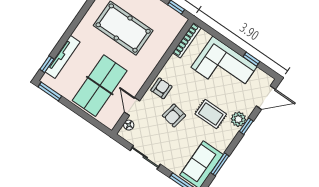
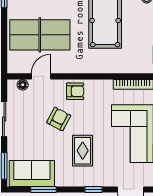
armchair: (174, 116) -> (59, 119), turned 108
plant: (238, 119) -> (95, 178), removed

